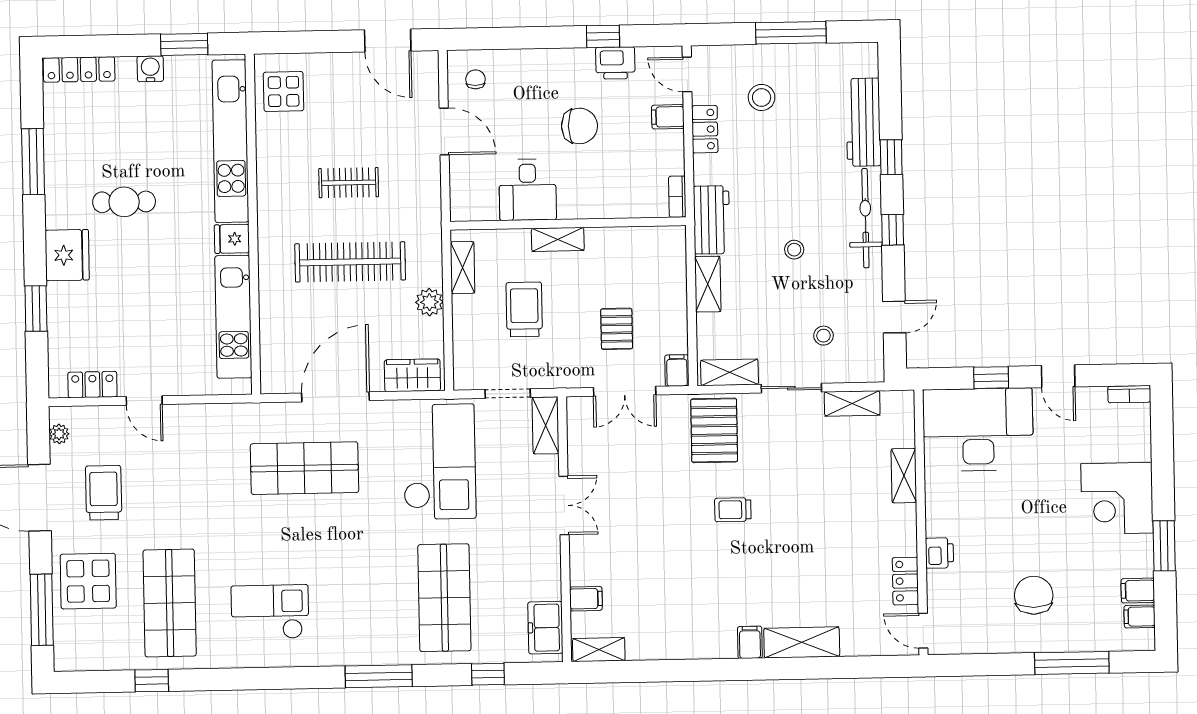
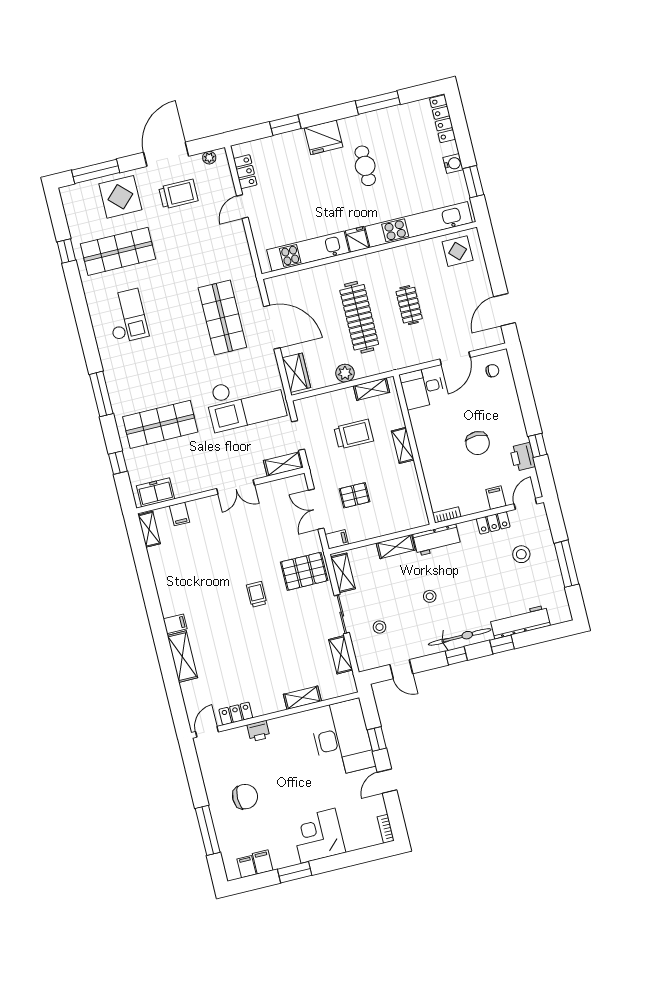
desk: (528, 190) -> (422, 388), moved

